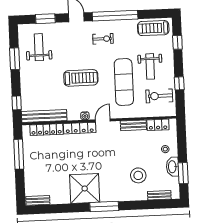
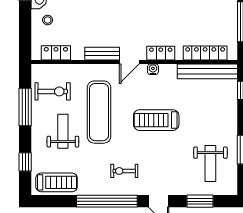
window: (179, 83) -> (25, 107), width x2.17
bench: (133, 125) -> (102, 54), moved
locker: (80, 128) -> (161, 53), width x0.66

